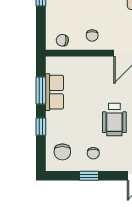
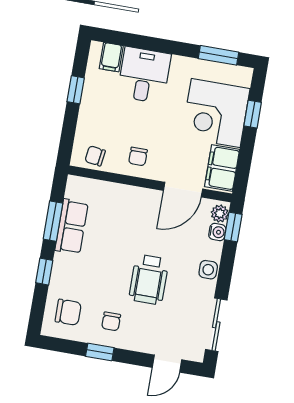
chair: (62, 152) -> (68, 312), turned -90

